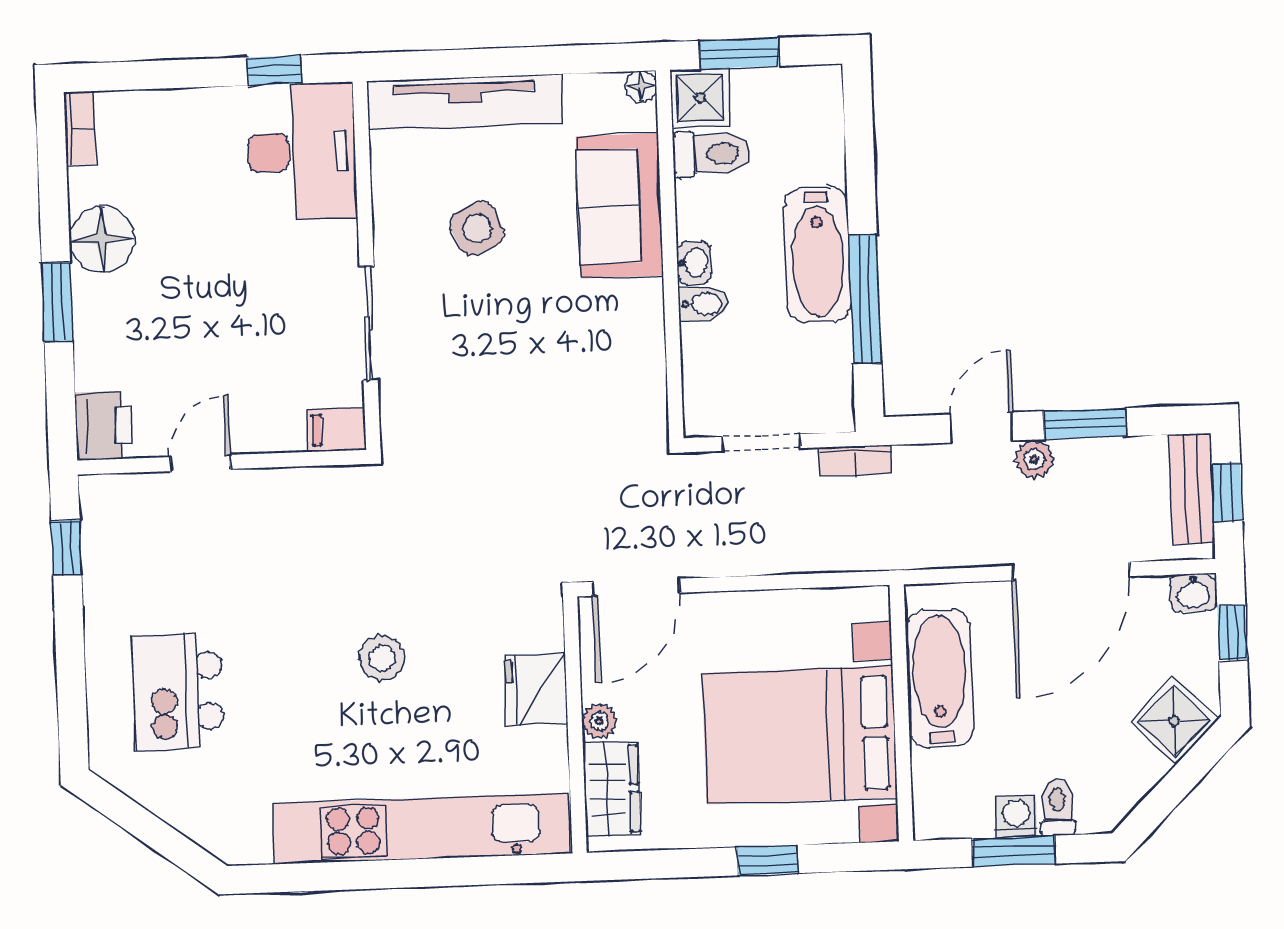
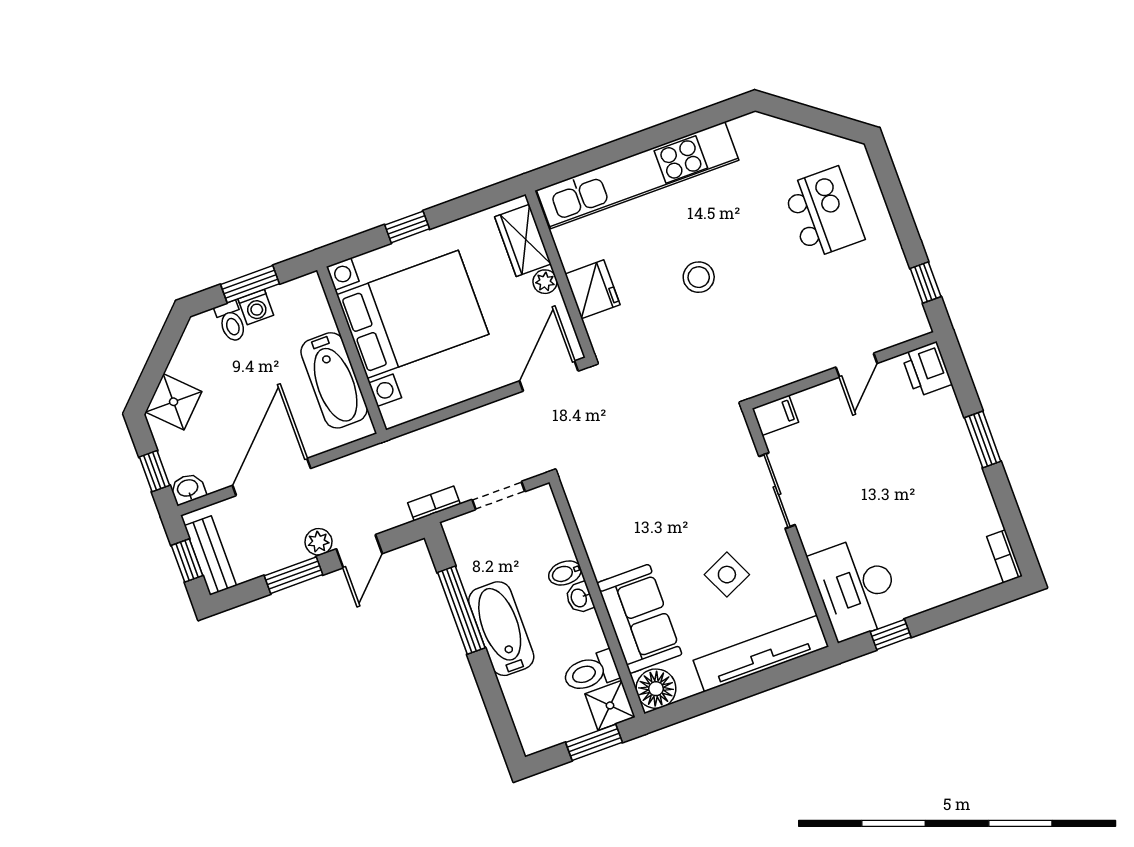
floor lamp: (641, 86) -> (656, 689), width x1.89, depth x1.89
floor lamp: (102, 239) -> (967, 489), removed

